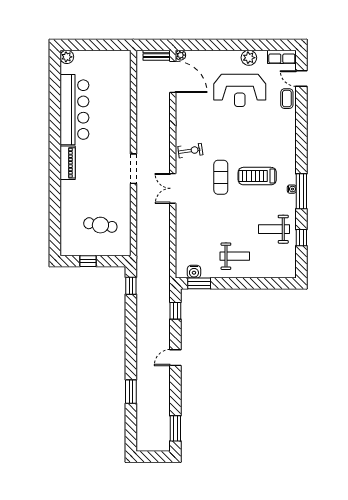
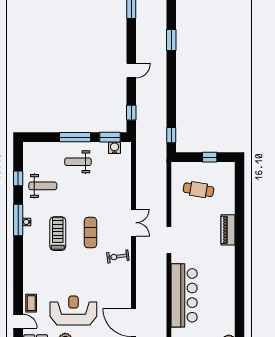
bar counter: (74, 110) -> (184, 295), moved, turned 180
piano: (68, 163) -> (228, 230), moved
treadmill: (257, 176) -> (58, 234), turned -90
window: (238, 283) -> (75, 137), added

